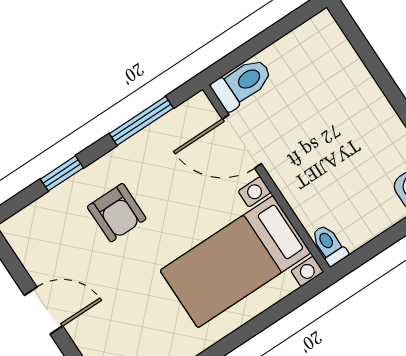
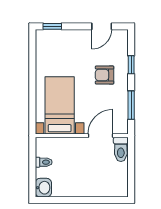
toilet: (329, 245) -> (44, 162), moved
door: (43, 311) -> (102, 26), moved

